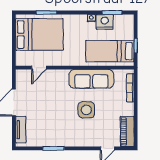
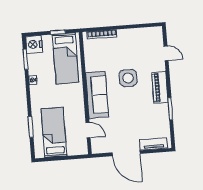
nightstand: (105, 22) -> (34, 44), moved
bed: (39, 34) -> (54, 132), width x0.67
sofa: (91, 79) -> (97, 95), moved
piano: (127, 131) -> (160, 87), moved, turned 90

